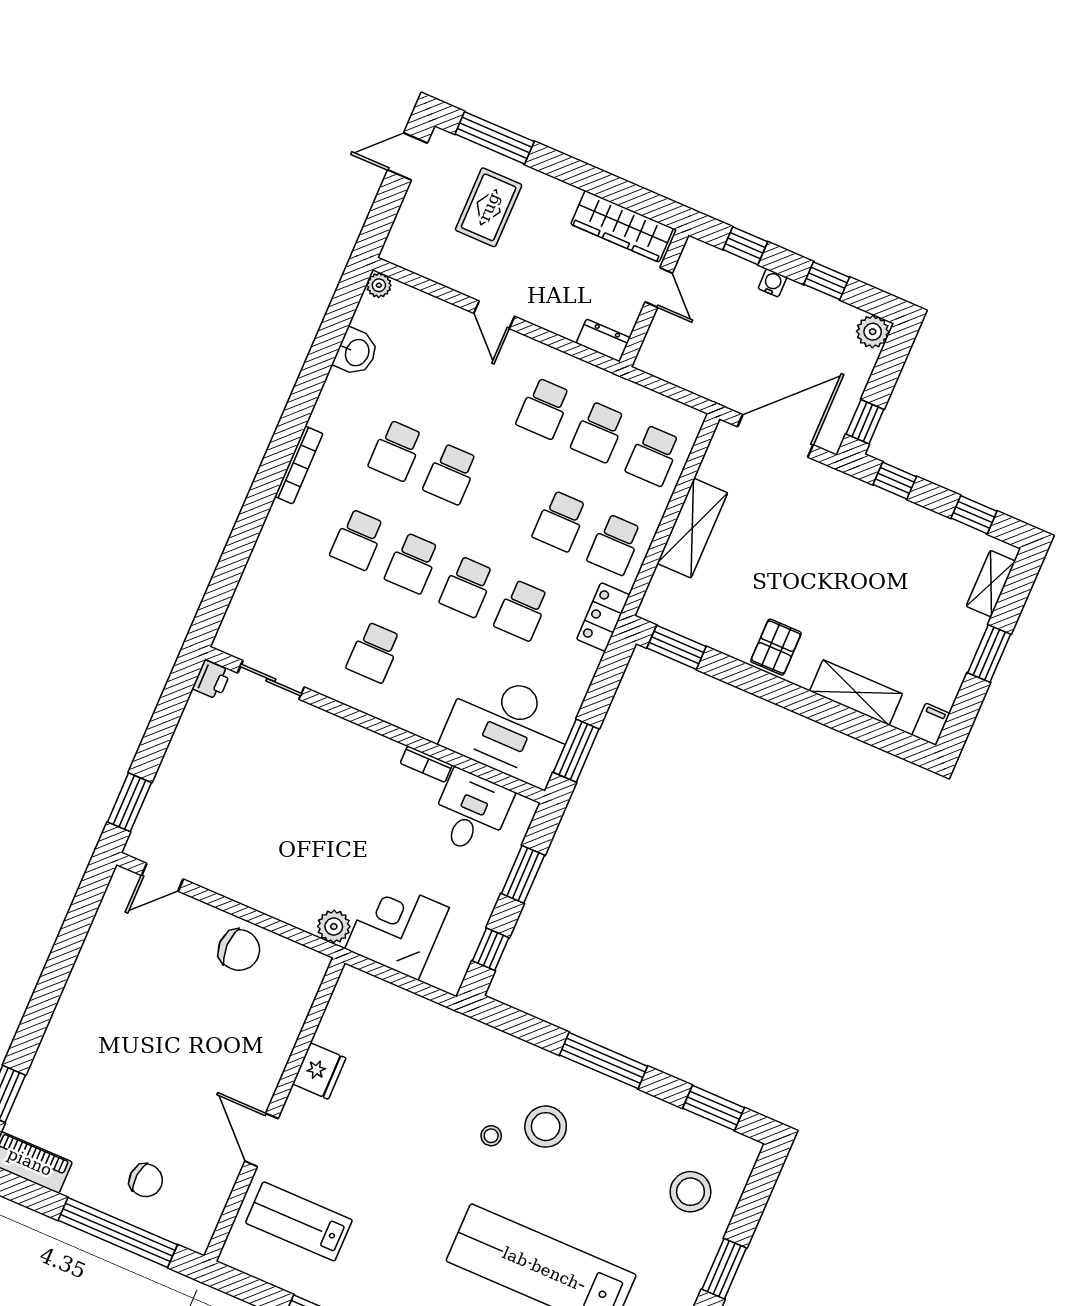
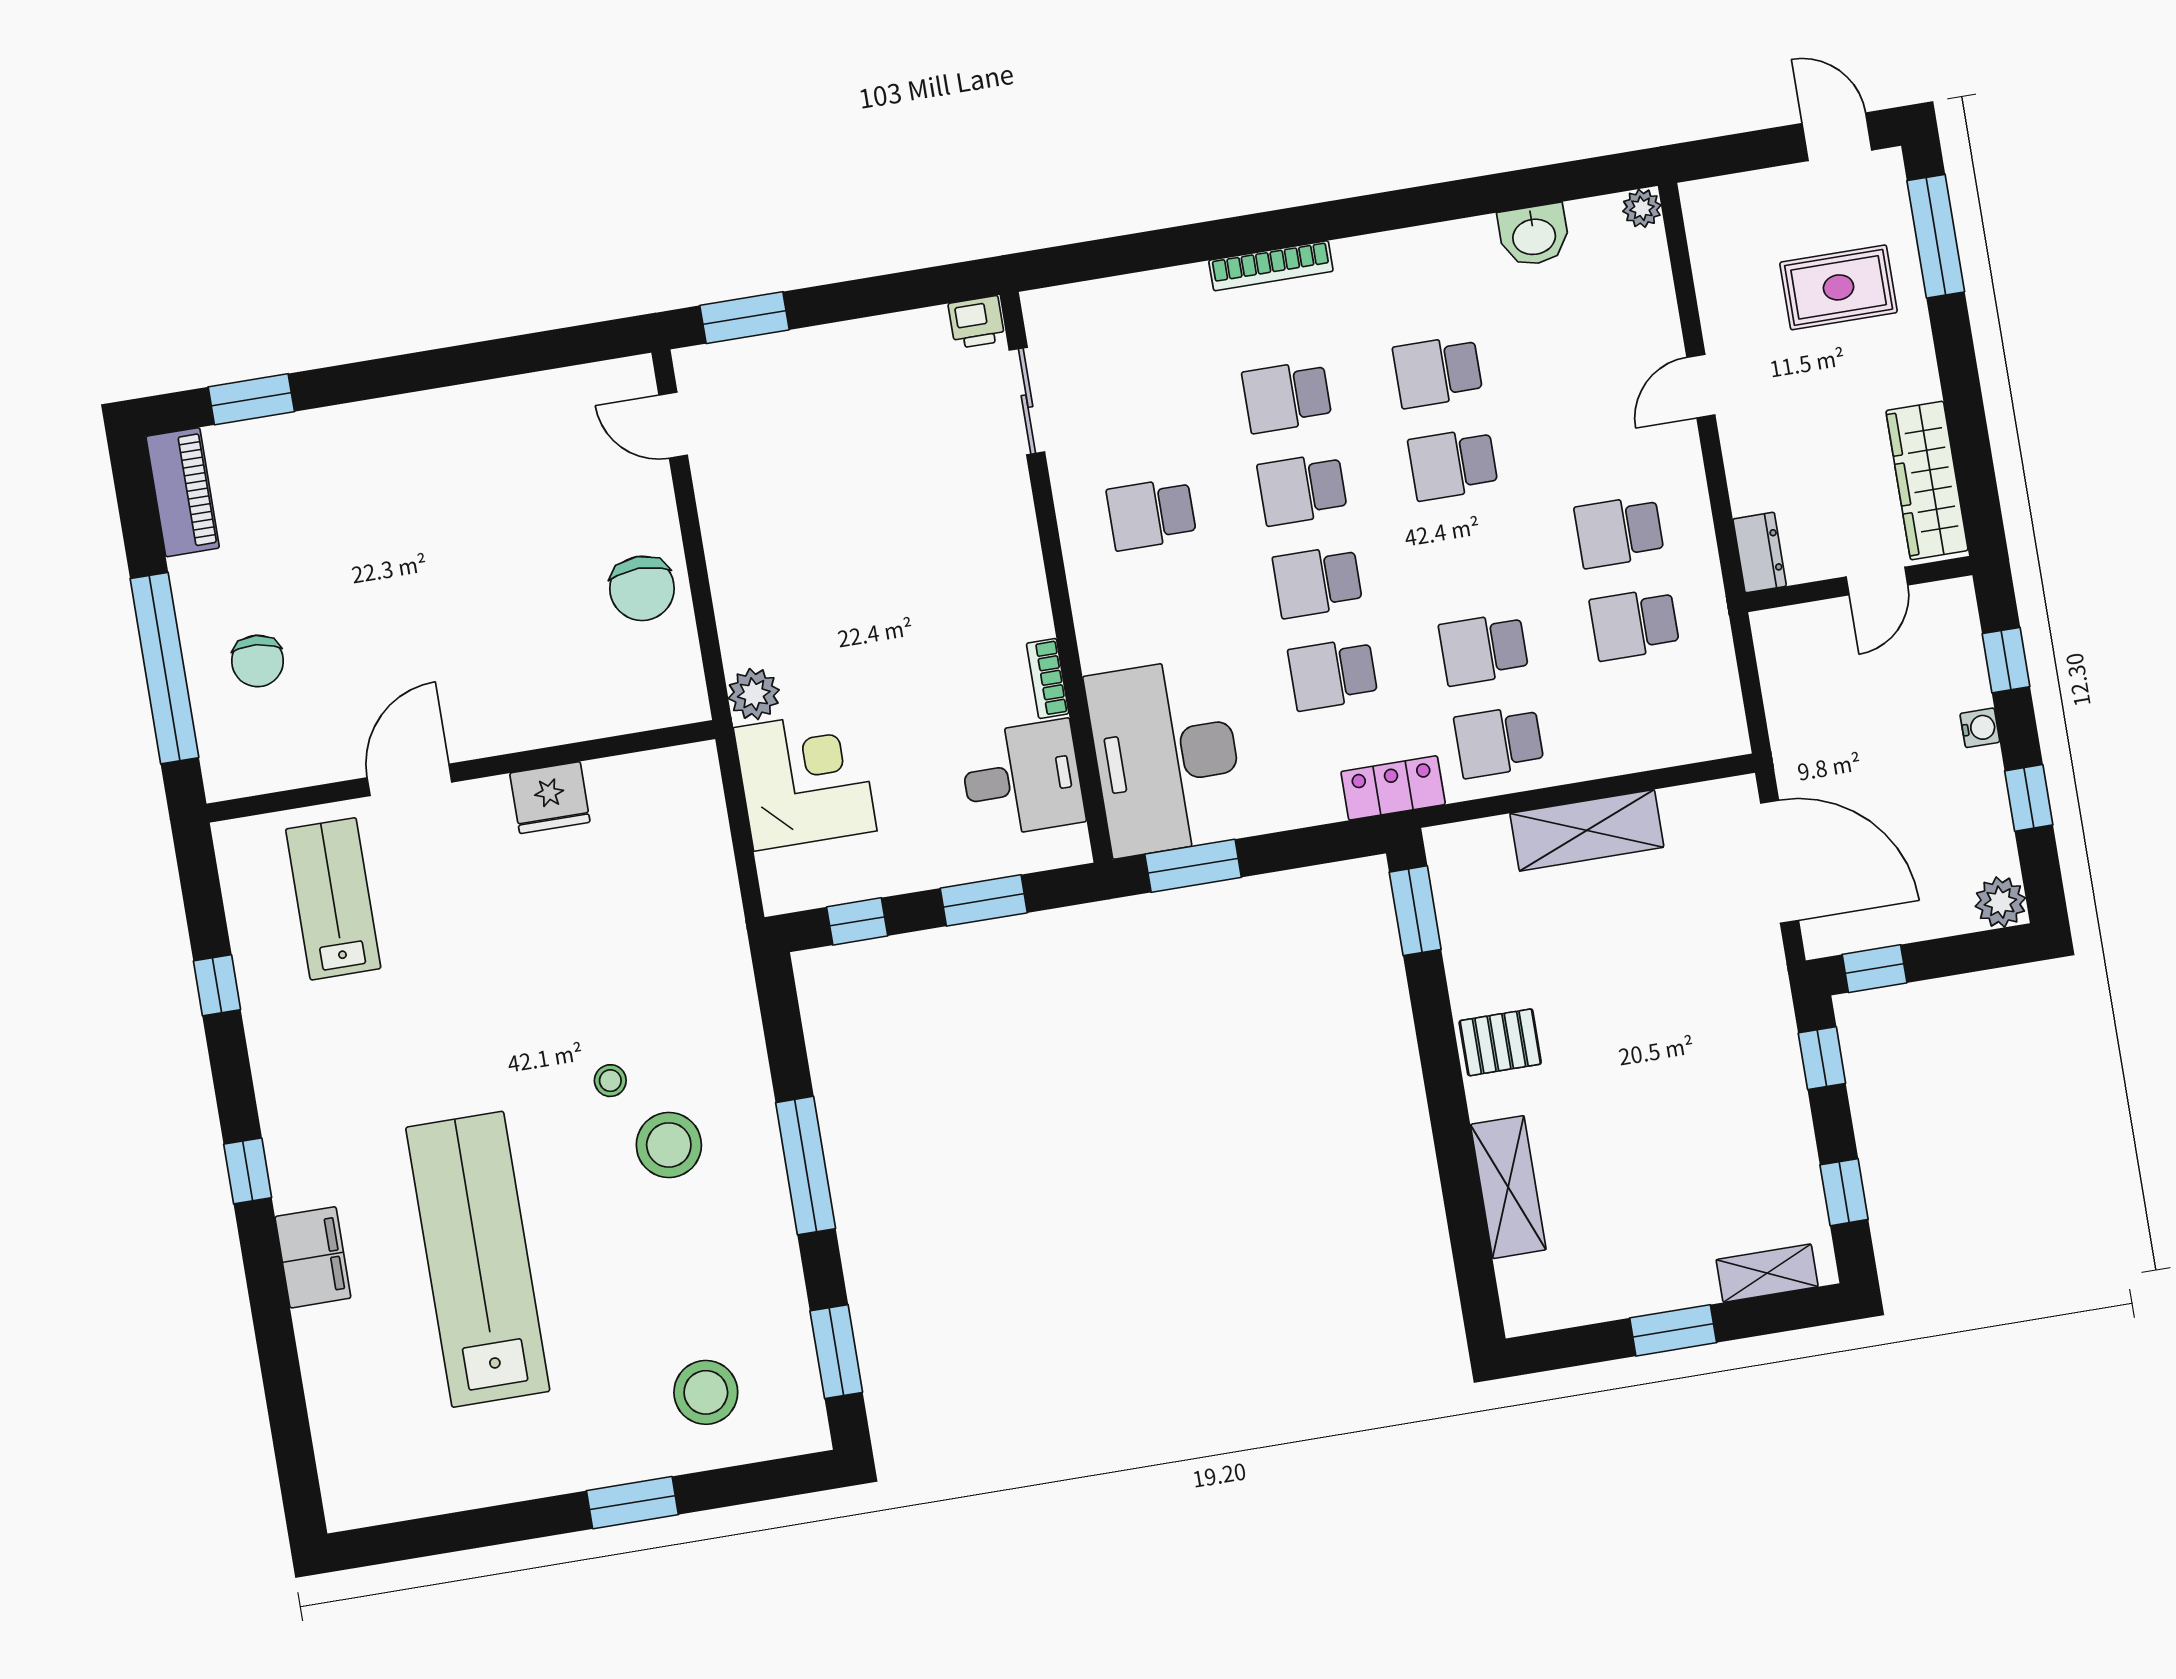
school desk: (653, 455) -> (1650, 717), removed
bookcase: (299, 465) -> (1271, 266), moved
filing cabinet: (931, 724) -> (1530, 1313), removed

